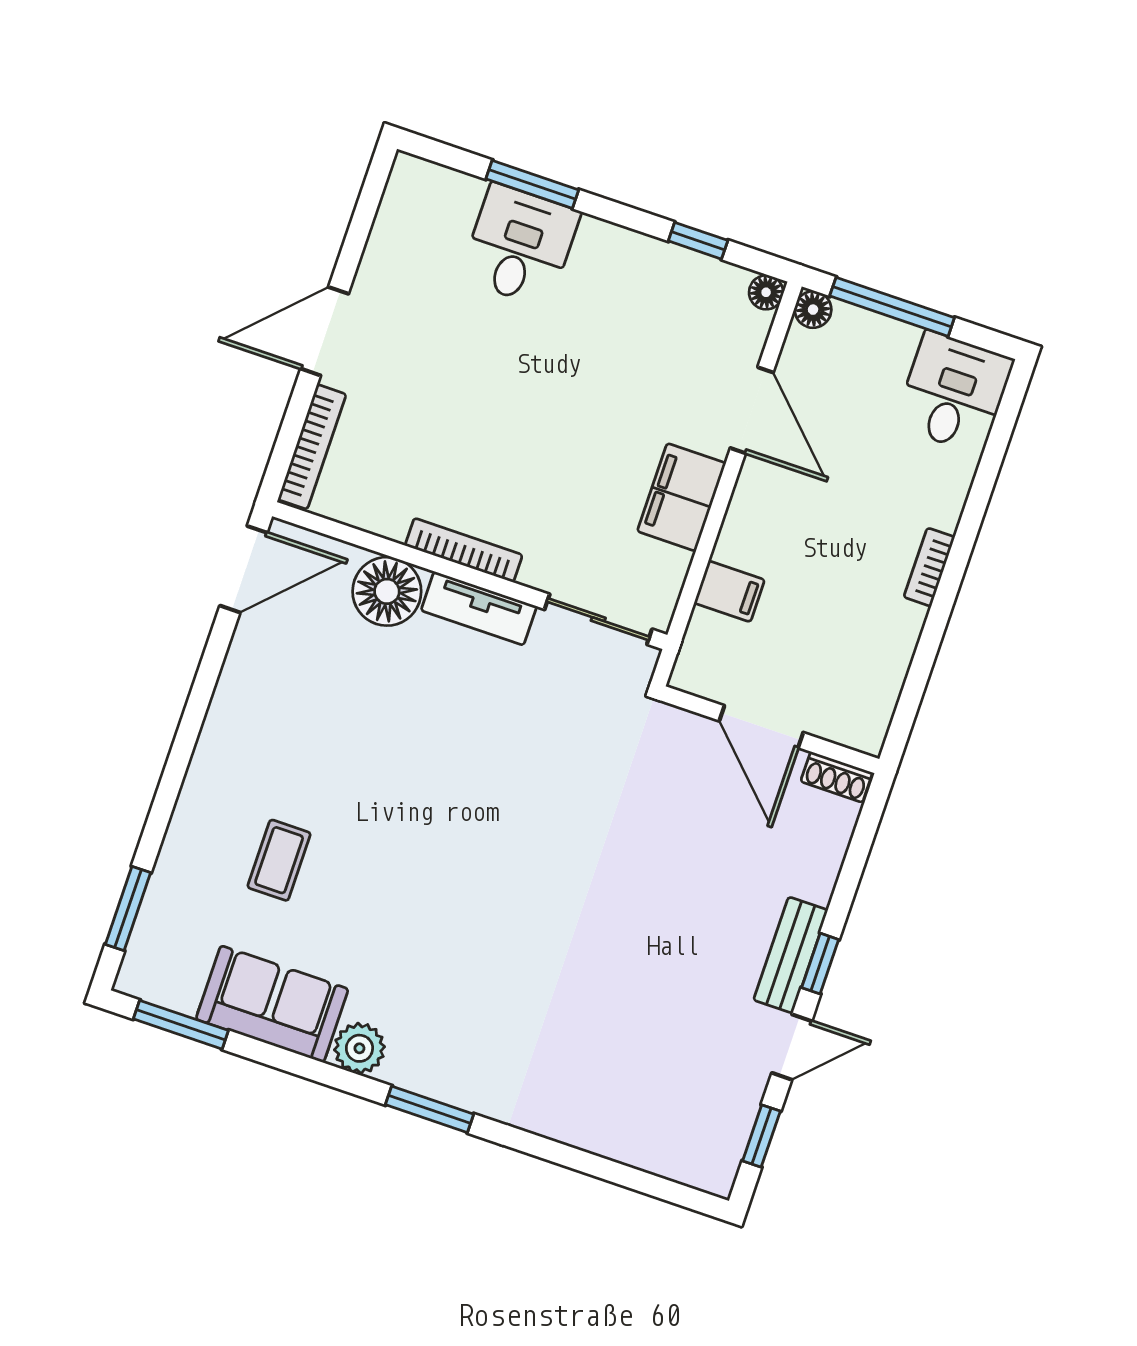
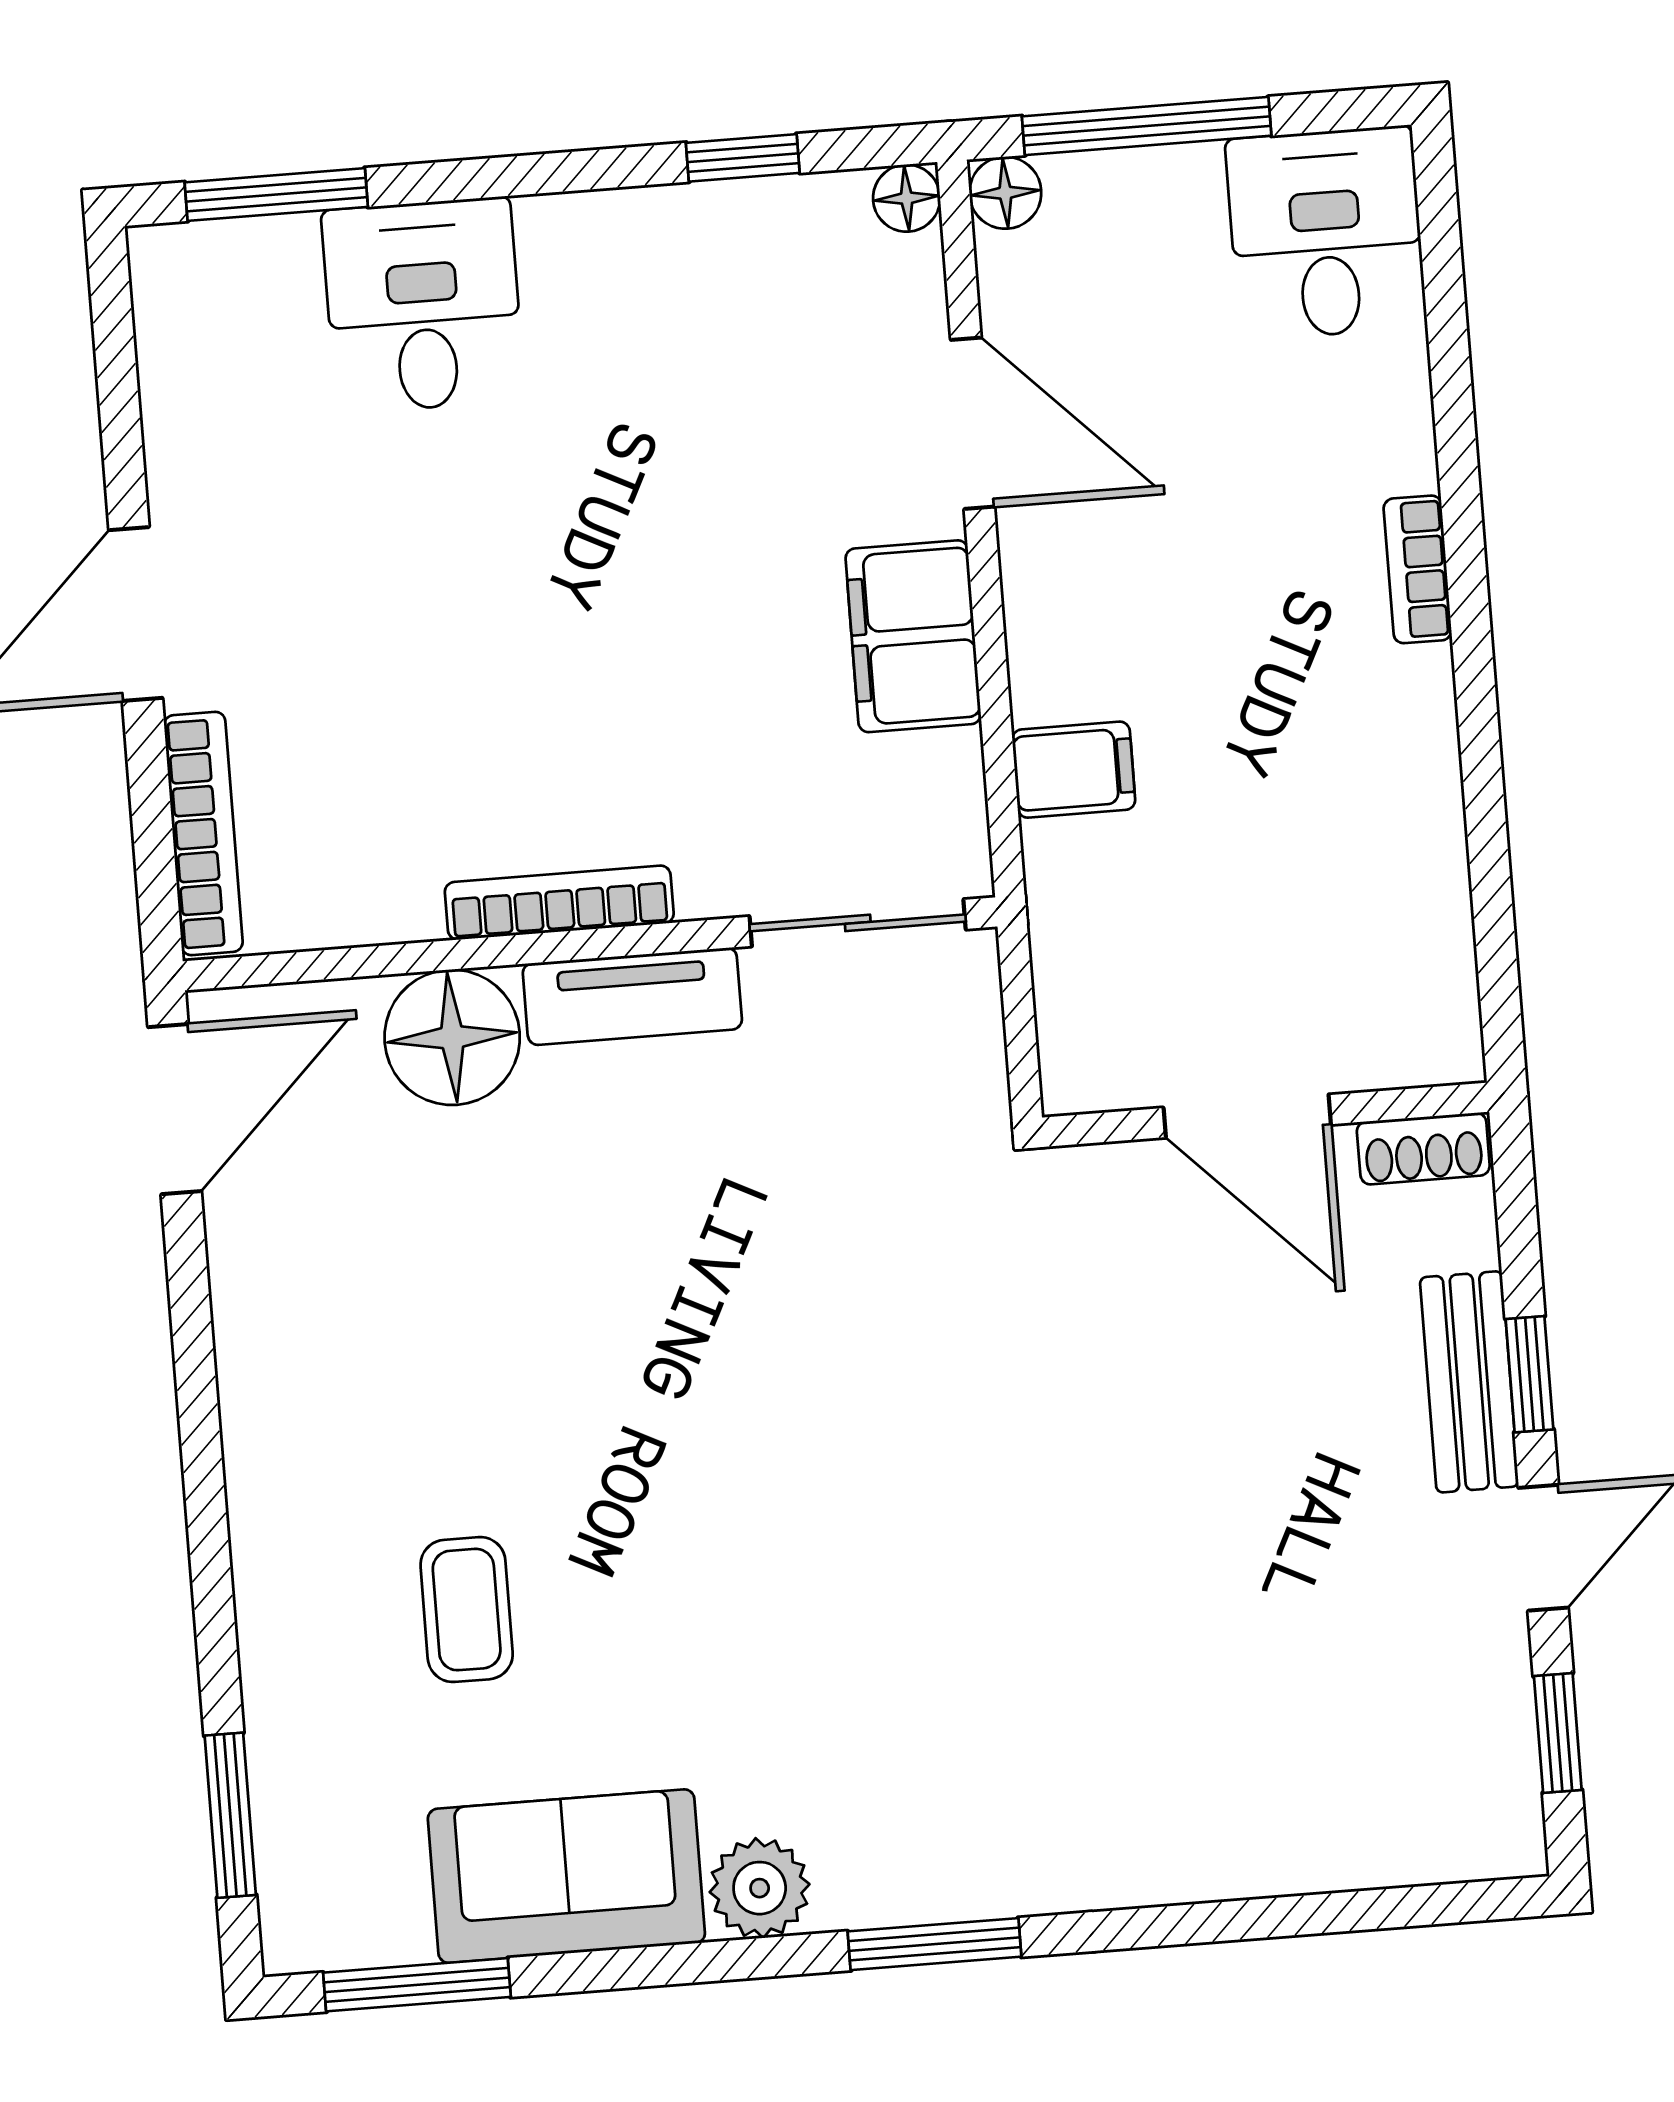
window: (532, 184) -> (276, 195), moved
door: (761, 727) -> (1247, 1116), moved
wall: (770, 730) -> (1266, 1115), moved
shoe rack: (837, 777) -> (1423, 1149), moved

